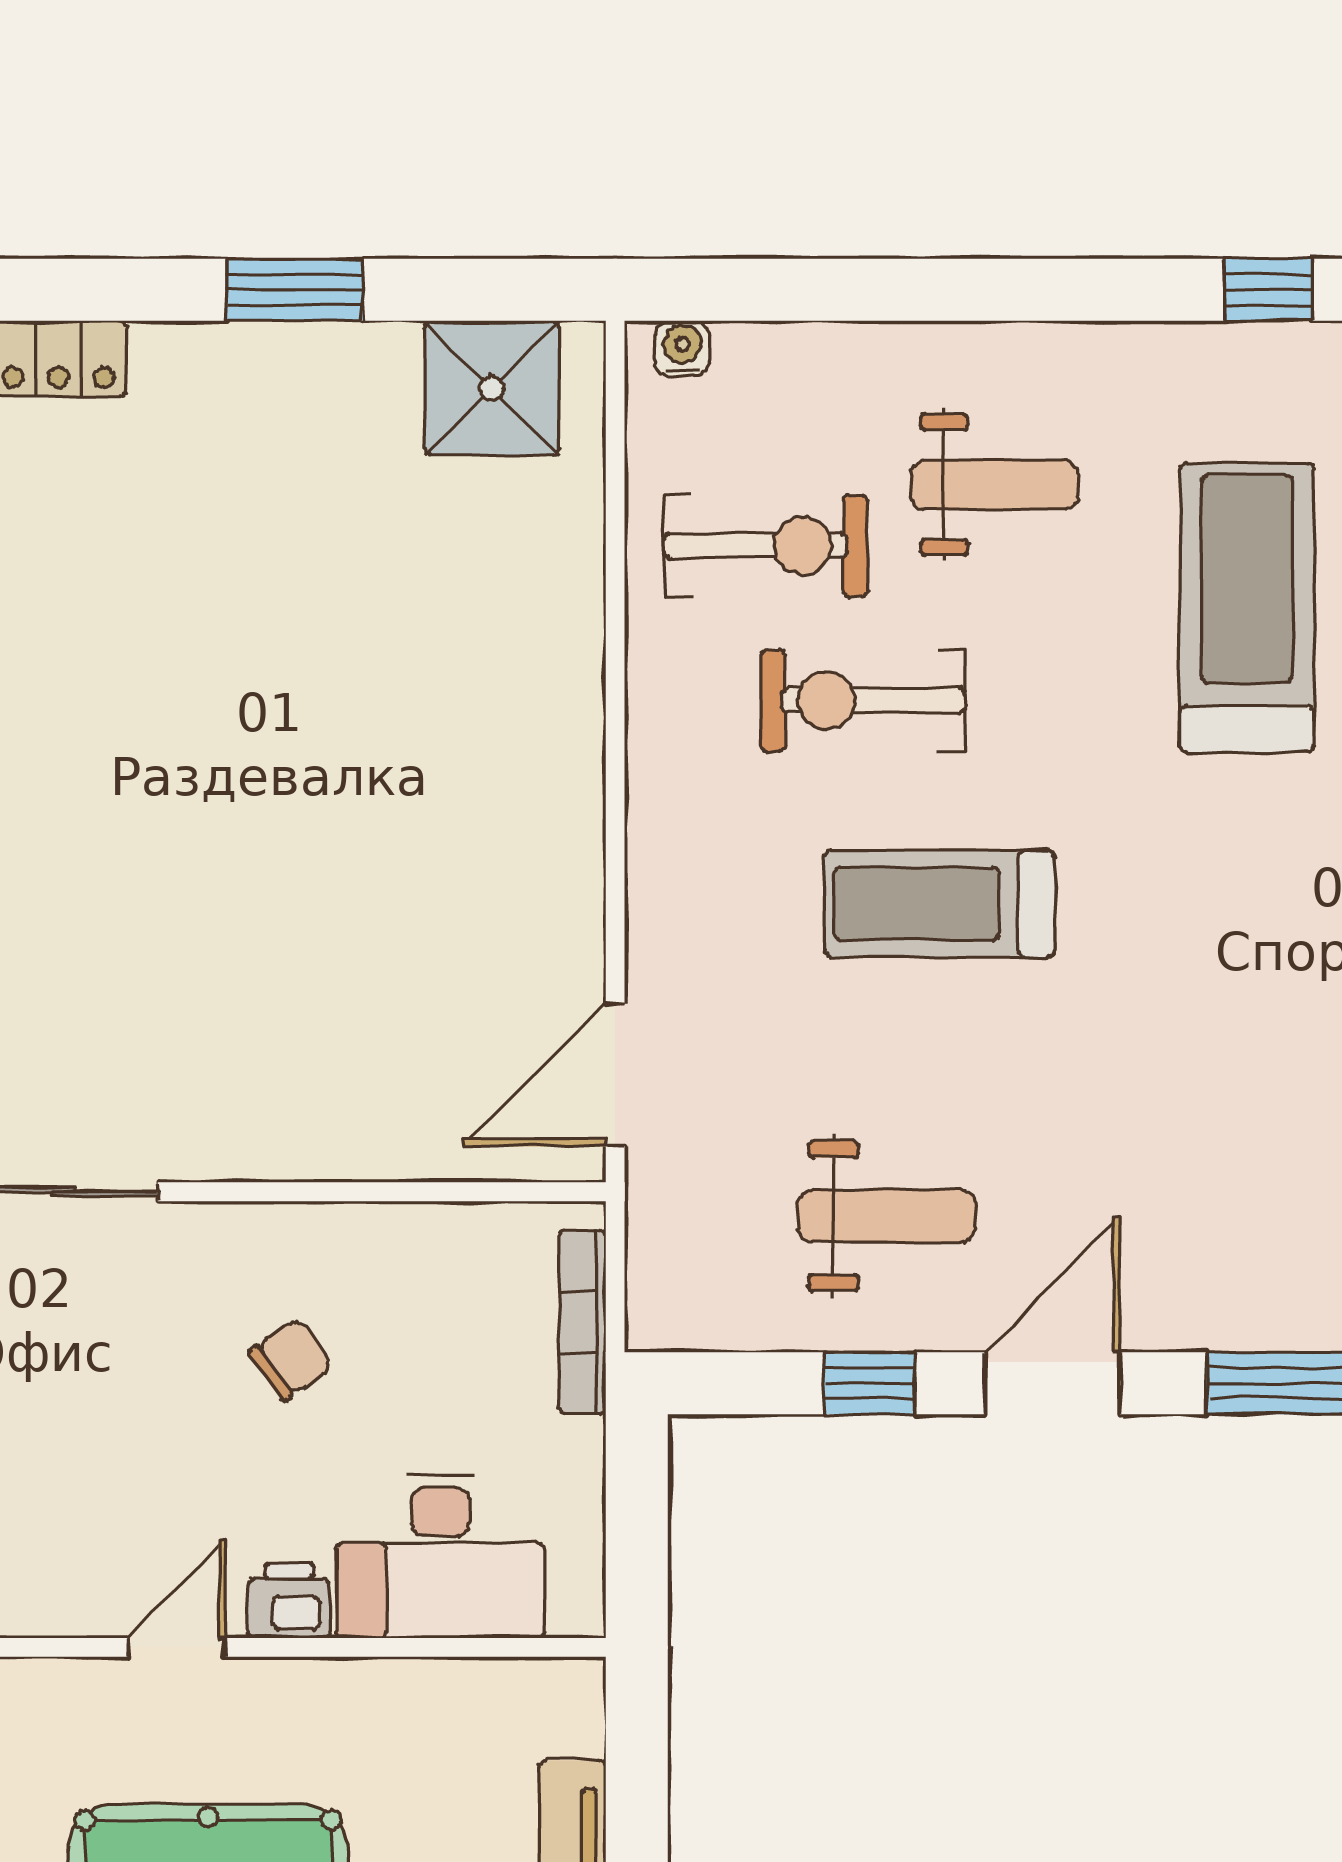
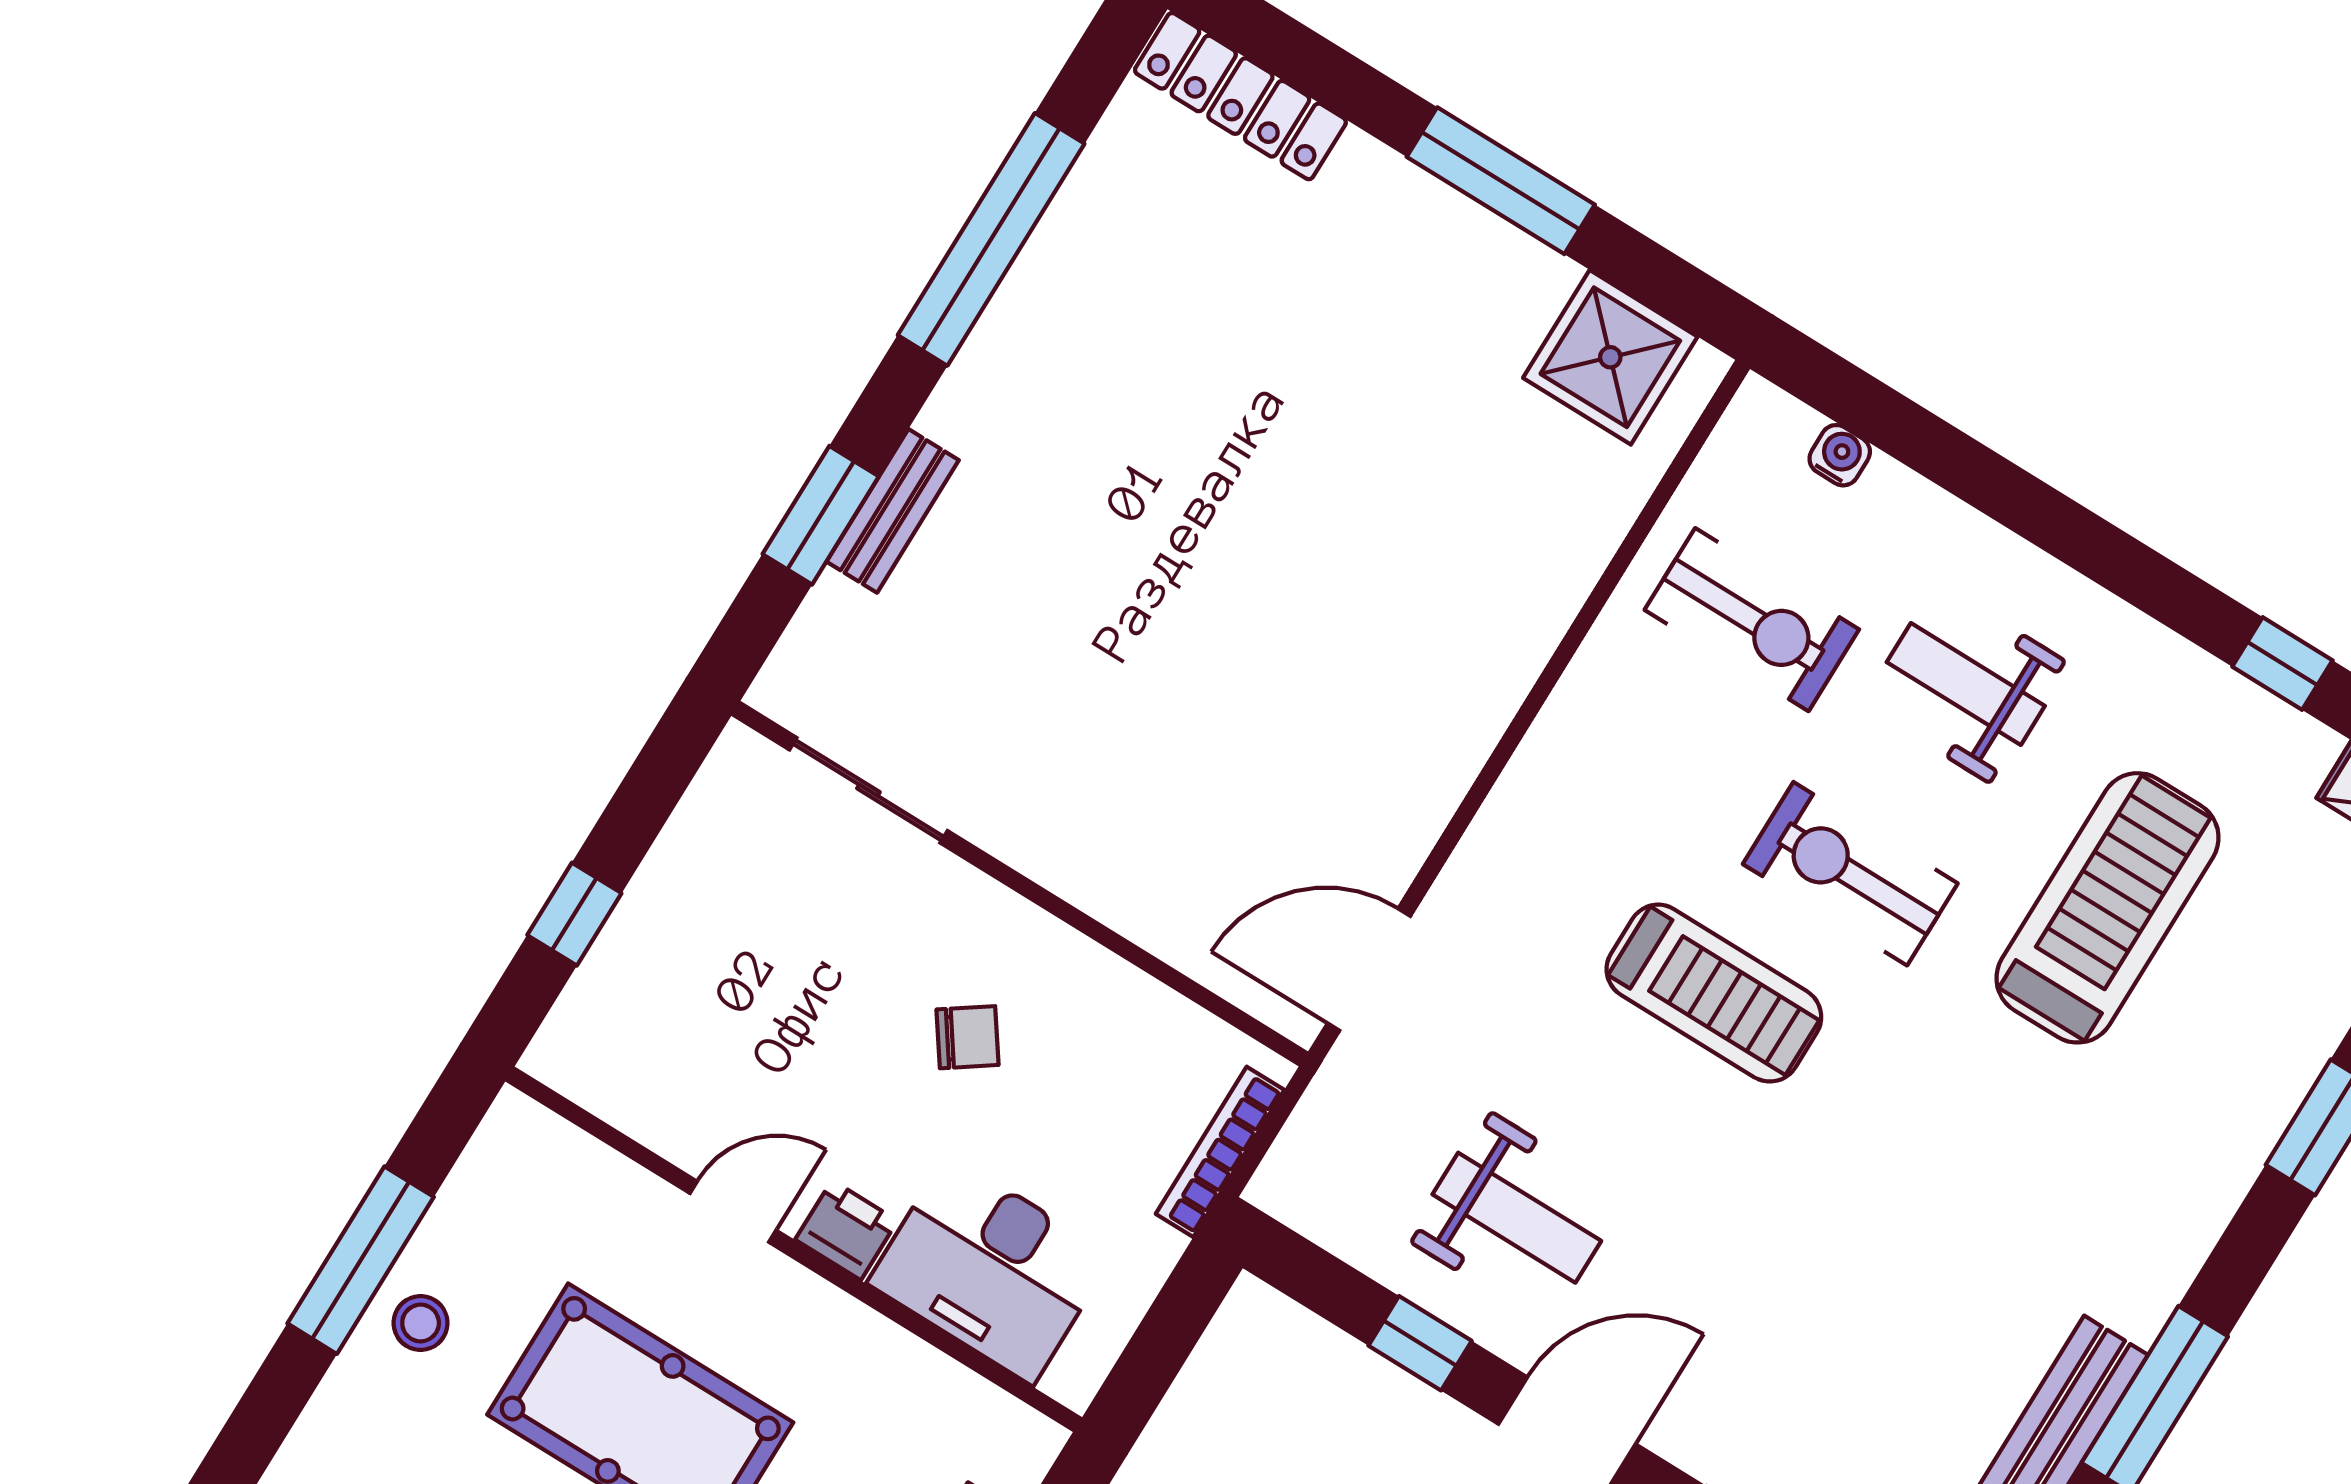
window: (295, 290) -> (1501, 181), width x1.44
water cooler: (682, 348) -> (1840, 455), moved
weight bench: (994, 485) -> (1966, 684), turned 180
exercise bike: (863, 700) -> (1850, 874), moved
treadmill: (939, 904) -> (1714, 993), turned 180

